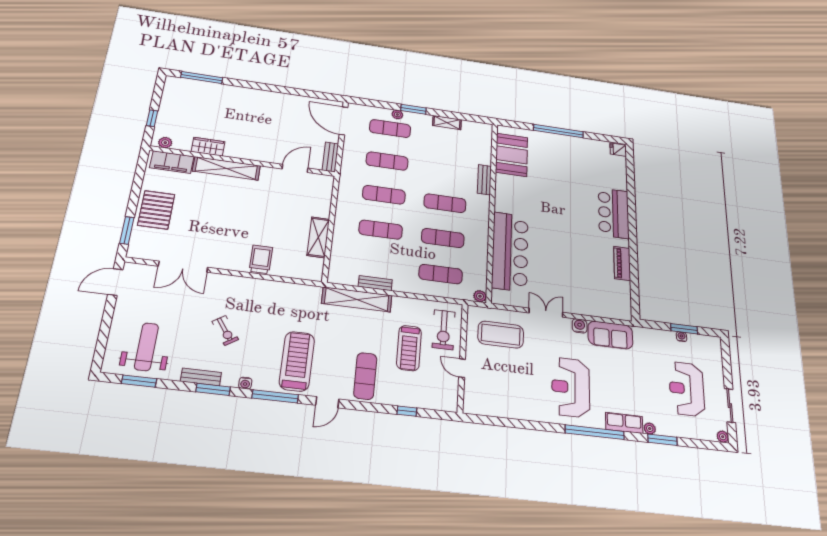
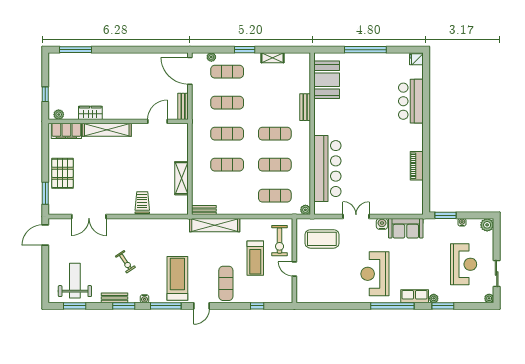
plant: (397, 114) -> (211, 57), moved
bar counter: (614, 213) -> (411, 101), moved
bench: (375, 283) -> (204, 210), moved
window: (684, 329) -> (446, 215), moved
plant: (713, 344) -> (487, 225), added
reception desk: (687, 389) -> (464, 264), turned 180

